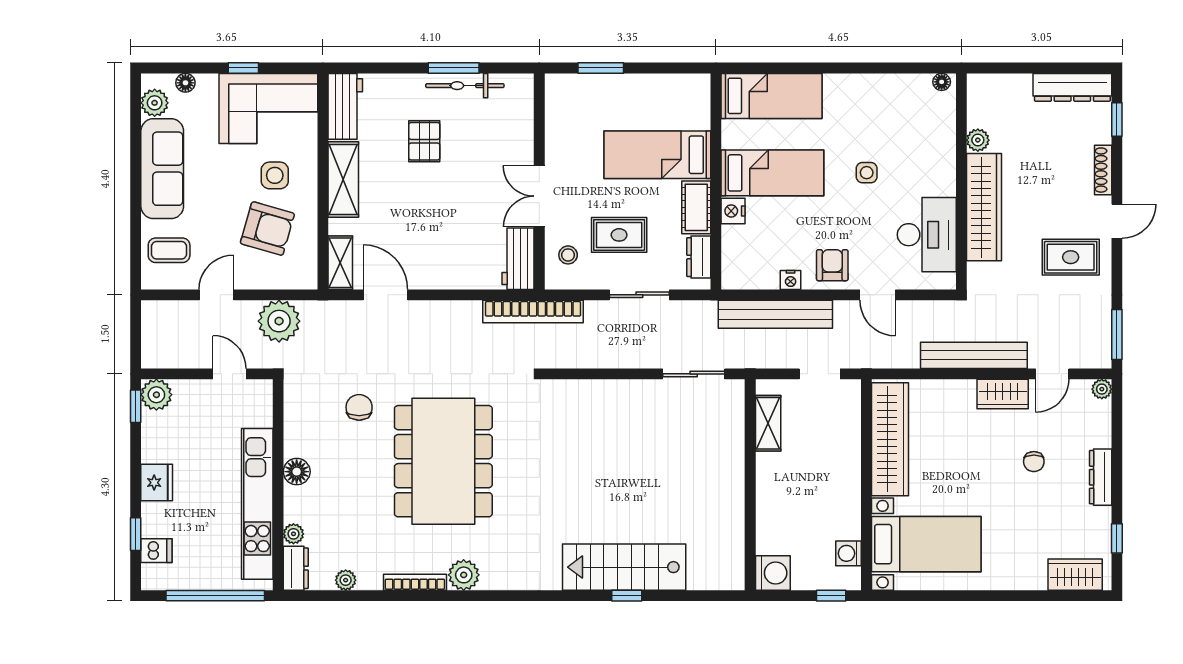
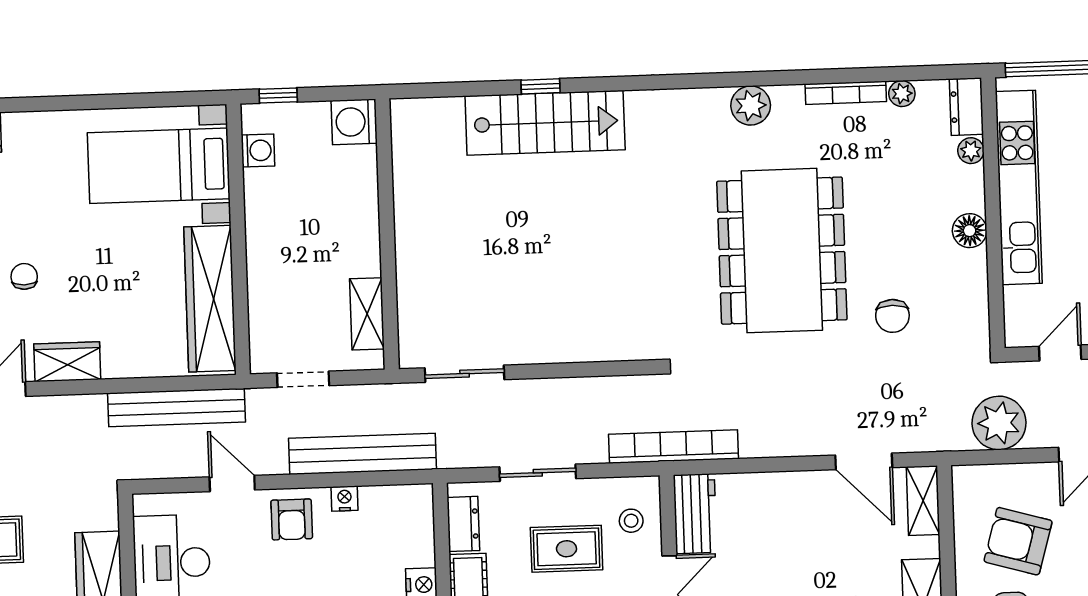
bench: (974, 355) -> (176, 407), moved
door: (230, 374) -> (1060, 353), swing flipped
bookcase: (415, 582) -> (846, 93), moved

